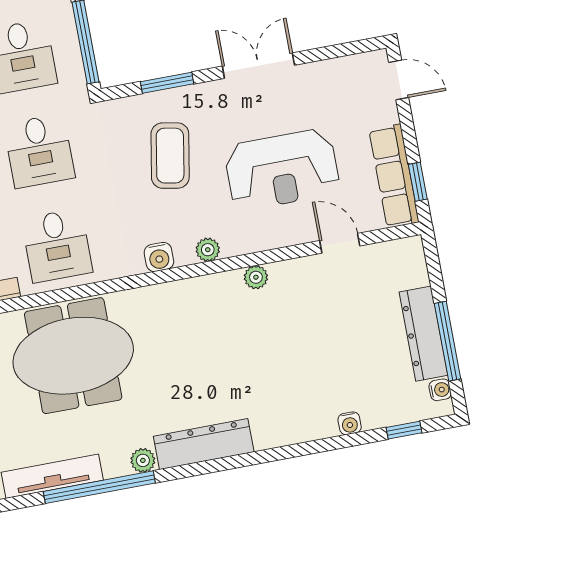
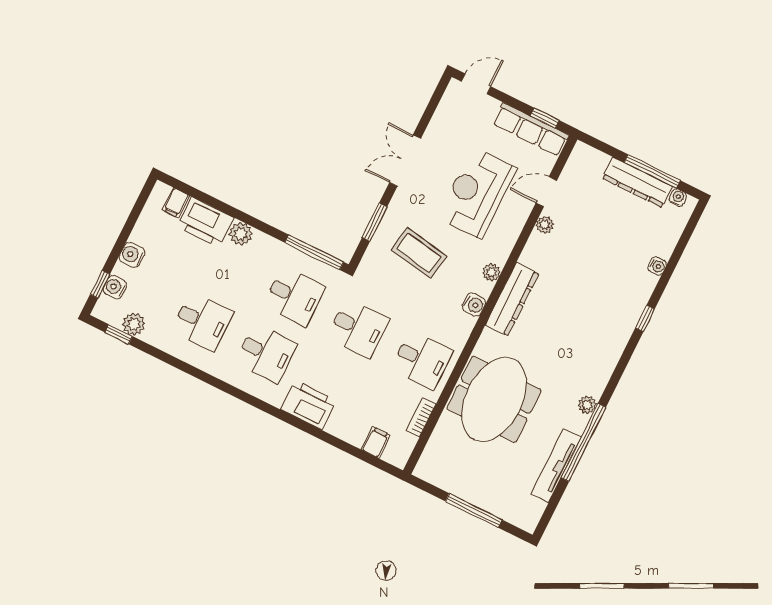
reception desk: (282, 170) -> (477, 193), turned 180
plant: (256, 277) -> (545, 225), moved
window: (404, 430) -> (645, 318), moved
dresser: (204, 444) -> (512, 299), moved, turned 180

